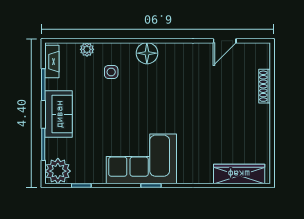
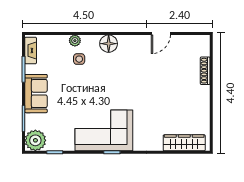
door: (225, 41) -> (161, 33), moved
plant: (87, 49) -> (75, 41), moved

